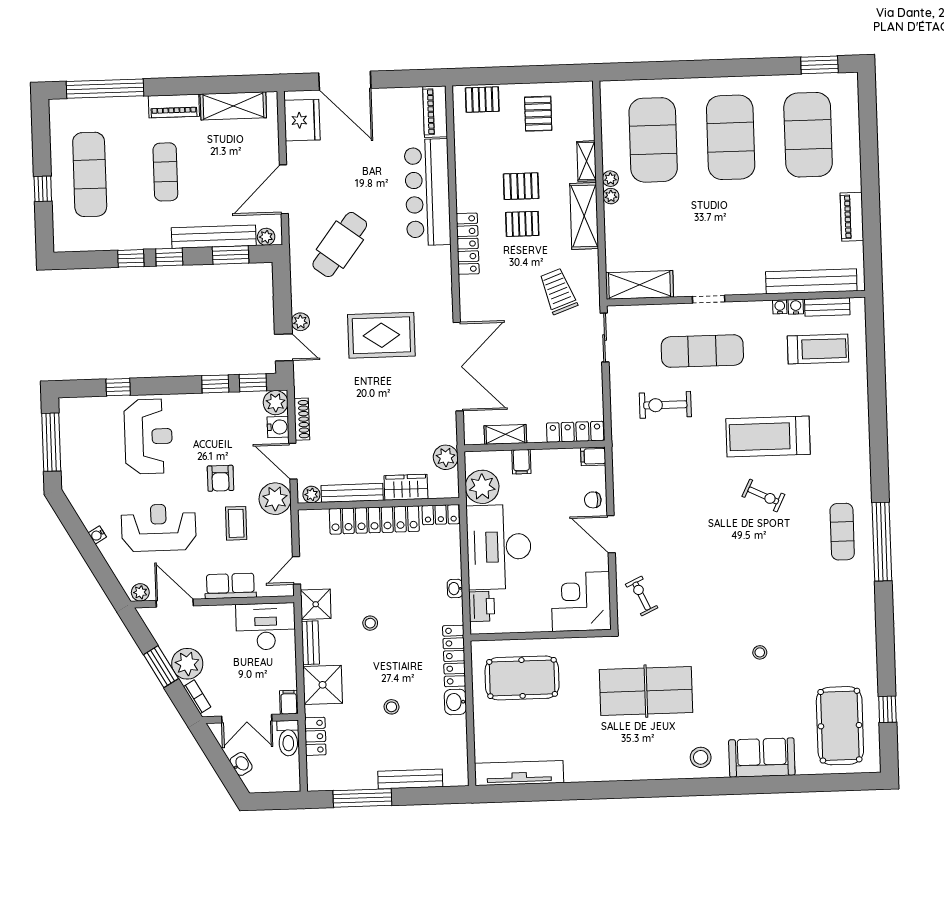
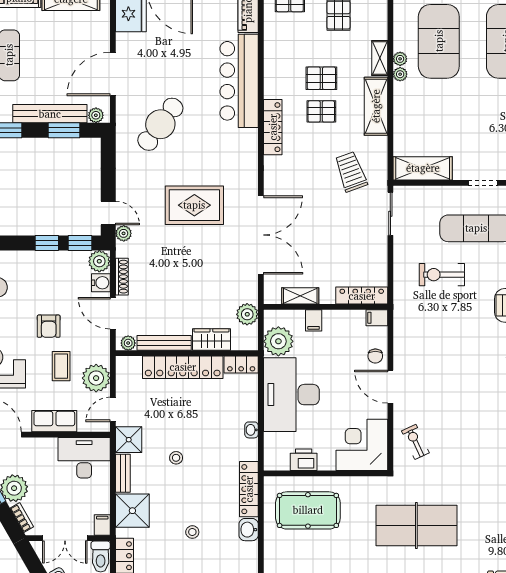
plant: (611, 196) -> (400, 59), moved
plant: (300, 322) -> (124, 233), moved
plant: (275, 499) -> (96, 378), moved
chair: (593, 500) -> (375, 356), turned -90
printer: (482, 606) -> (304, 460), moved, turned -90

